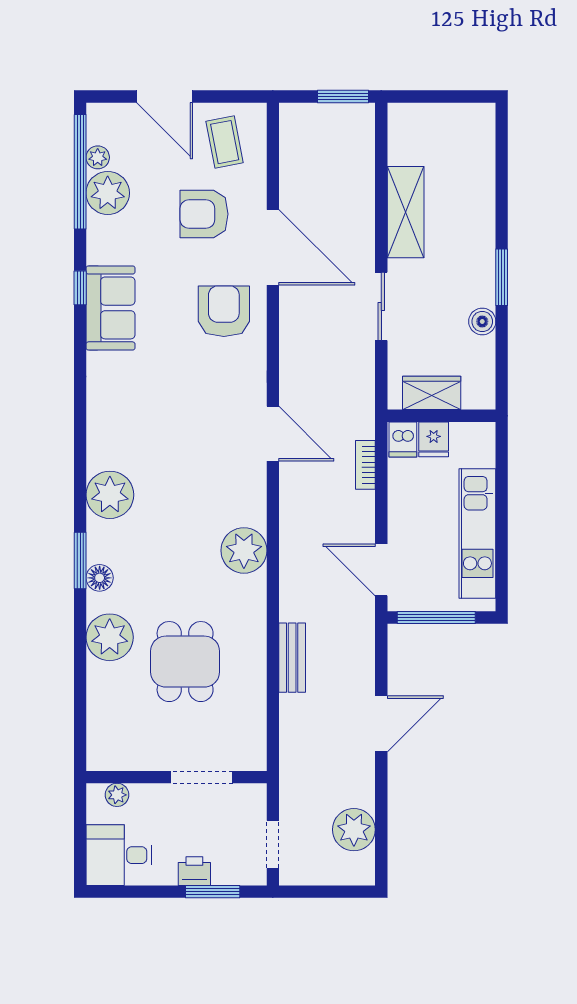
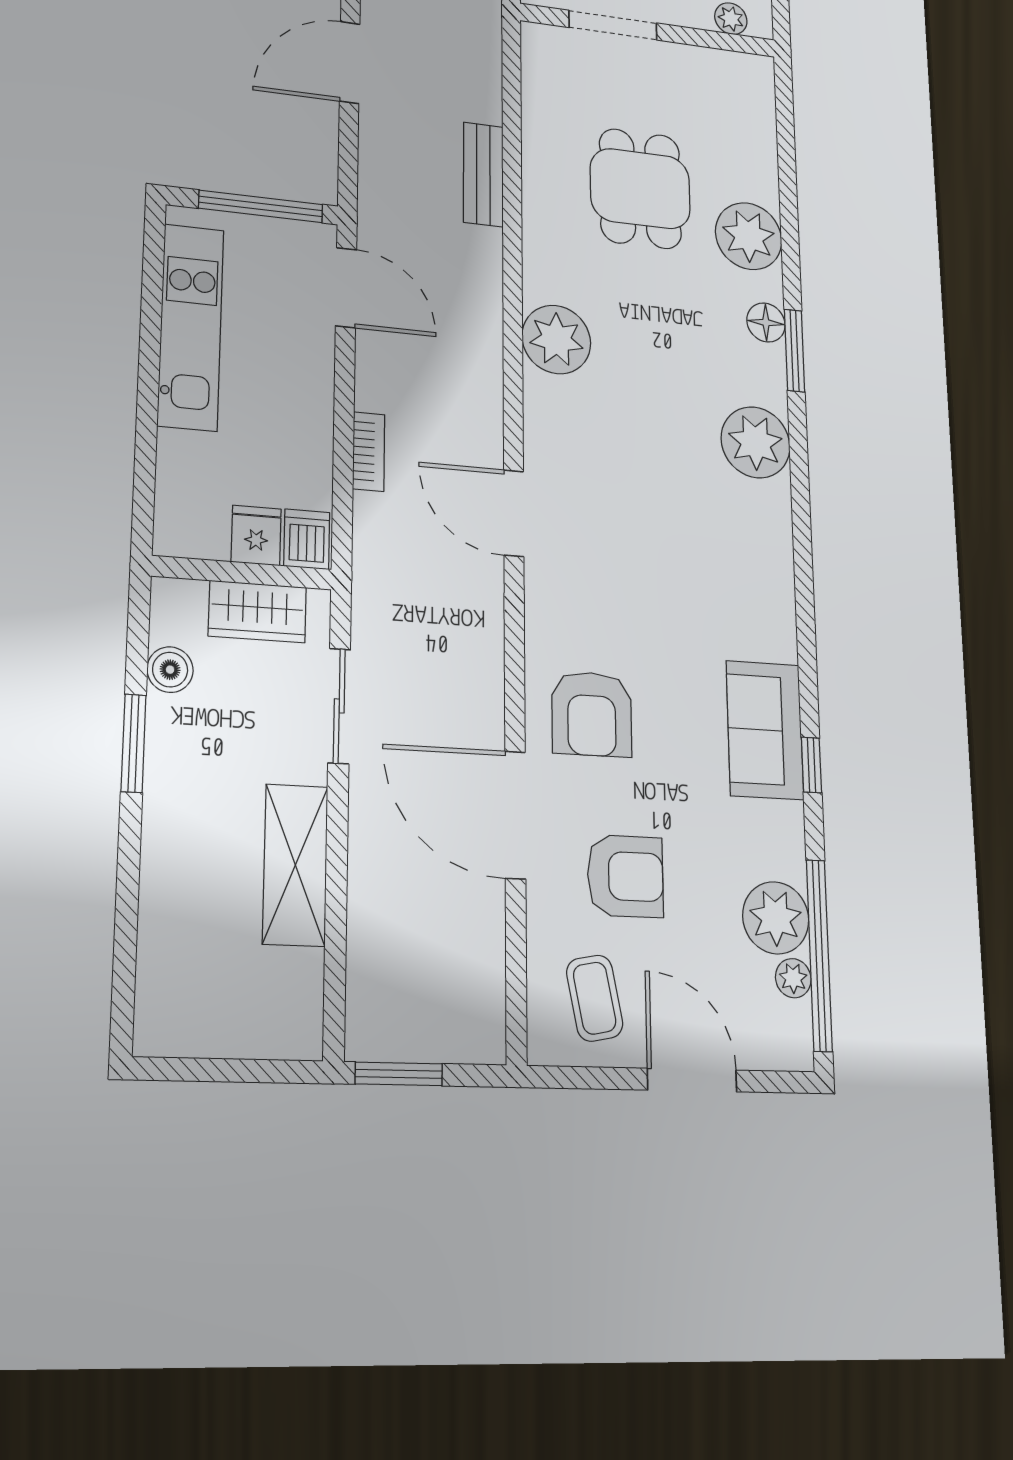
wardrobe: (432, 393) -> (257, 612), moved
wall: (441, 416) -> (242, 573), moved
dishwasher: (403, 439) -> (307, 539), moved
fridge: (434, 439) -> (256, 535), moved

